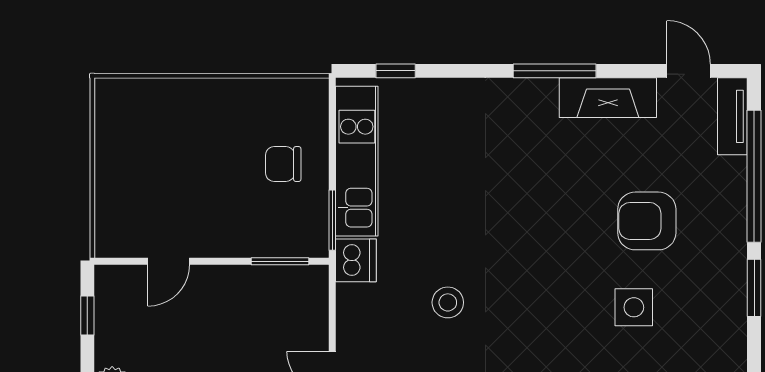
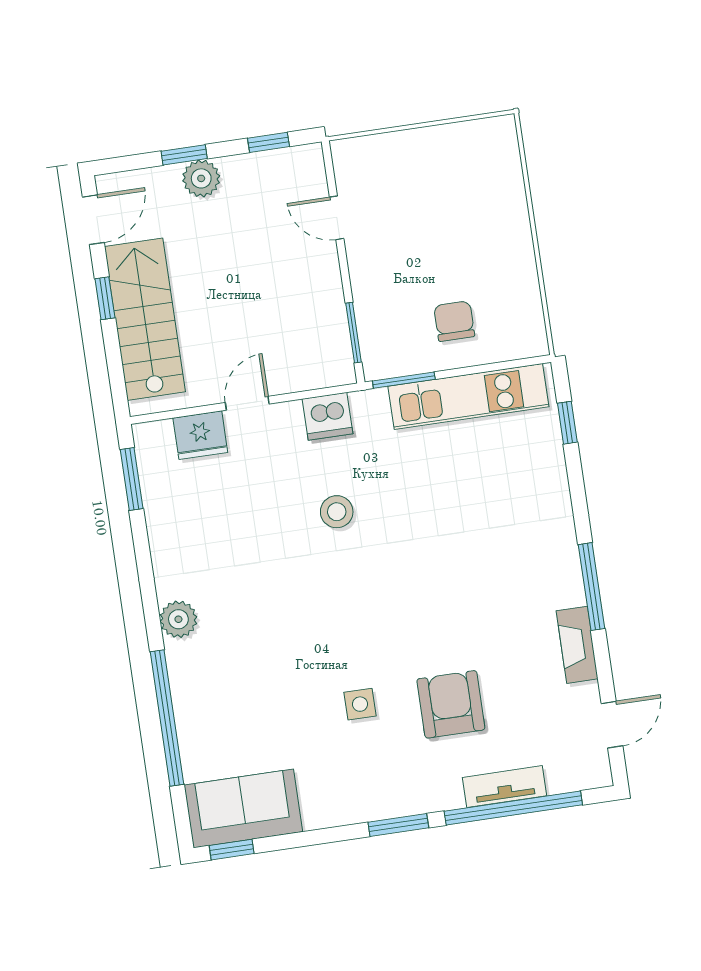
fireplace: (608, 98) -> (577, 645), width x0.73, depth x0.76
tv unit: (732, 116) -> (504, 787), moved
dishwasher: (356, 260) -> (328, 416), moved
side table: (634, 307) -> (360, 704), width x0.73, depth x0.73

